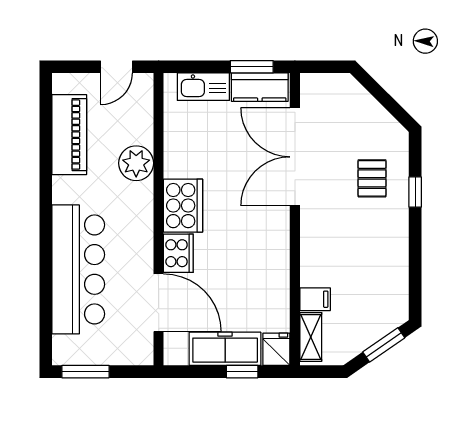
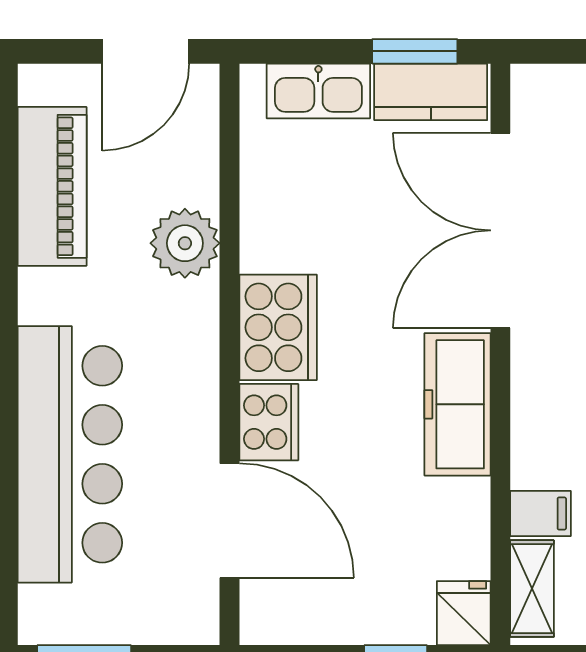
door: (116, 67) -> (146, 51), width x1.38
freezer: (225, 349) -> (457, 404), moved, turned -90

